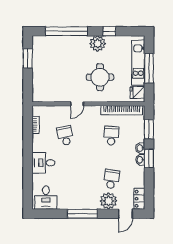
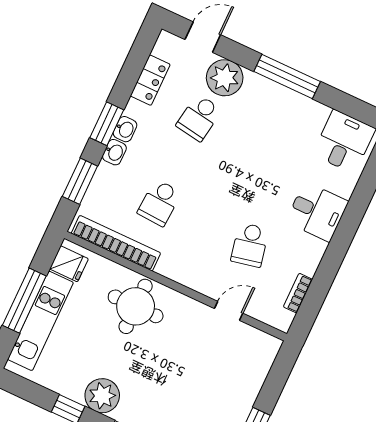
round table: (100, 77) -> (136, 306), moved
door: (77, 104) -> (229, 311), moved
locker: (139, 199) -> (150, 80), moved

